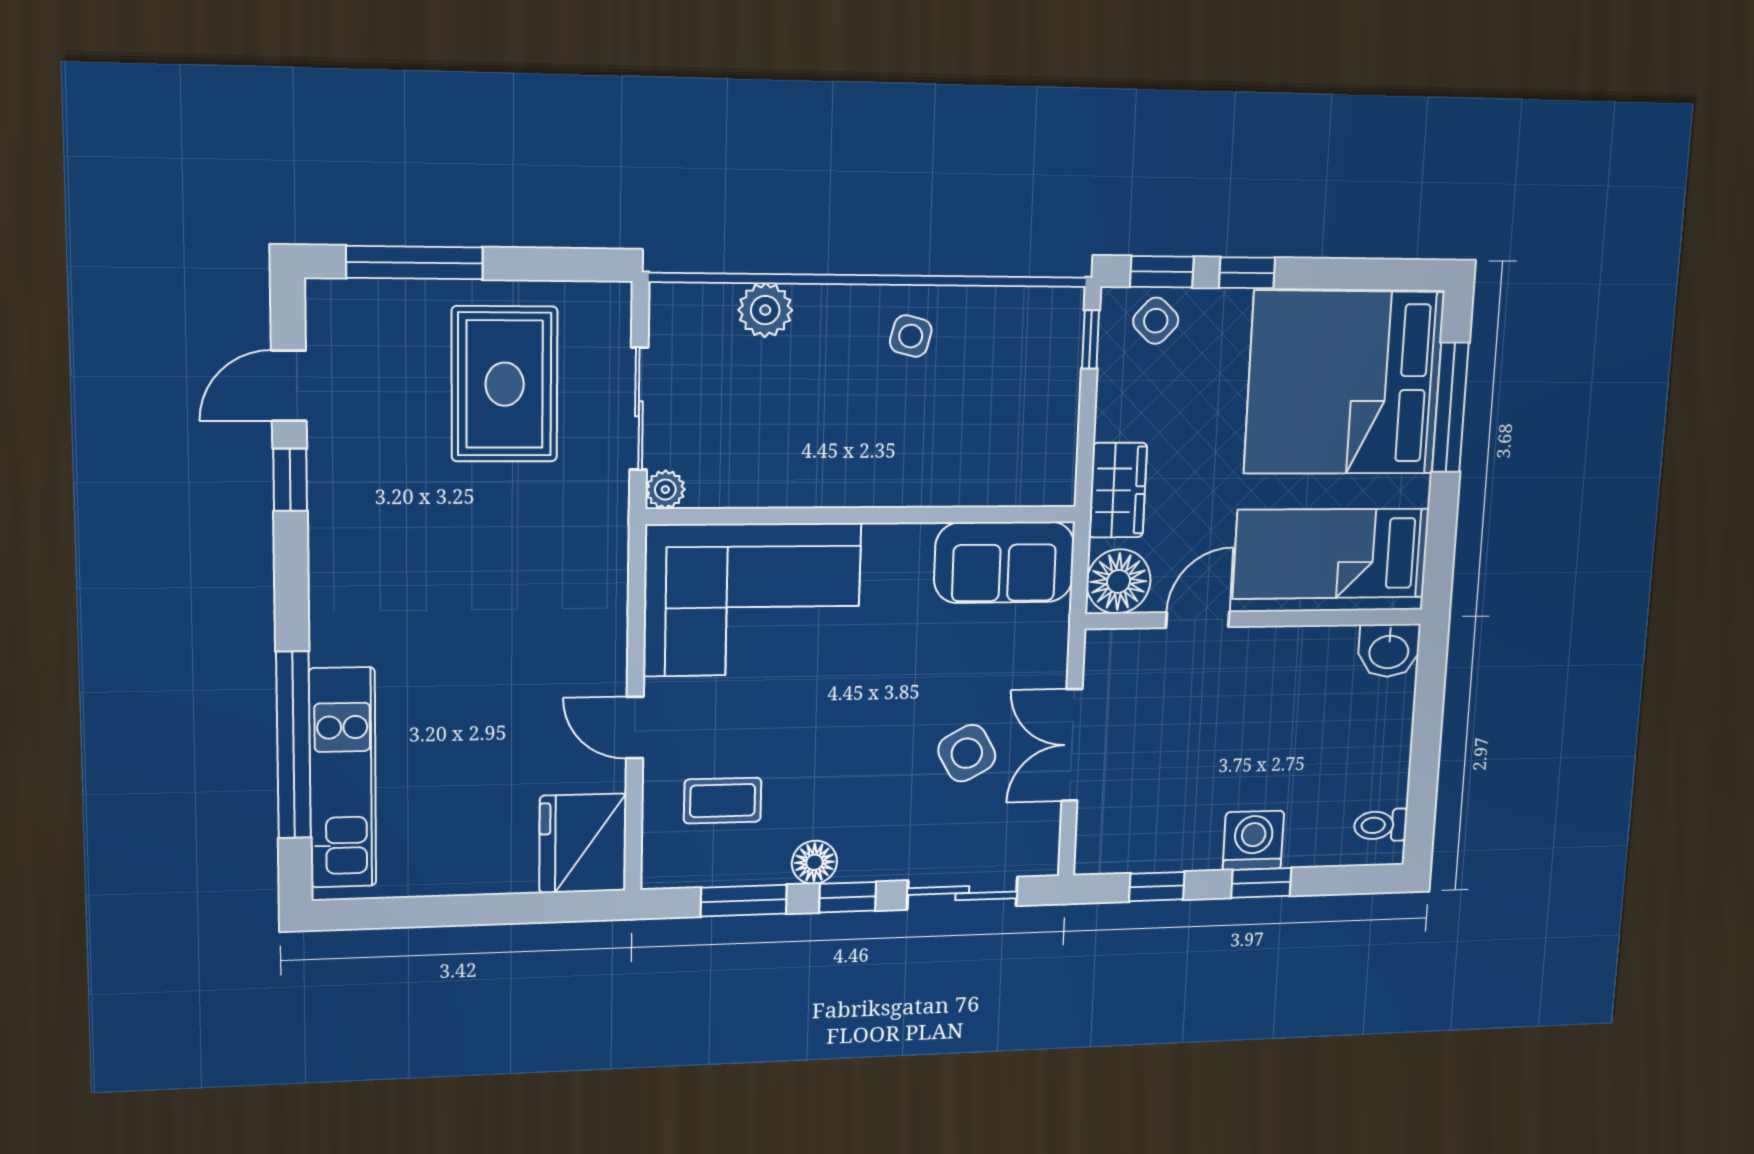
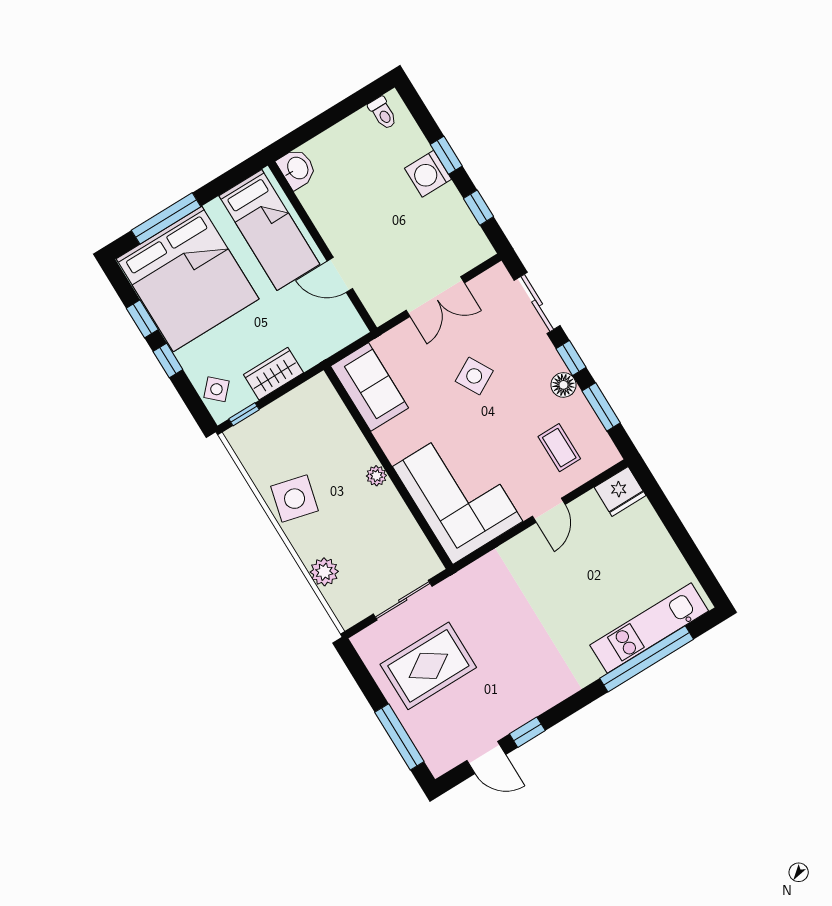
window: (1162, 272) -> (142, 319), moved
side table: (911, 336) -> (295, 499), width x1.87, depth x1.87
plant: (665, 490) -> (376, 476), moved
wardrobe: (1118, 490) -> (273, 374), moved
floor lamp: (1119, 581) -> (345, 326), removed
side table: (967, 753) -> (474, 376), moved
fridge: (583, 843) -> (620, 491), width x0.73, depth x0.75

